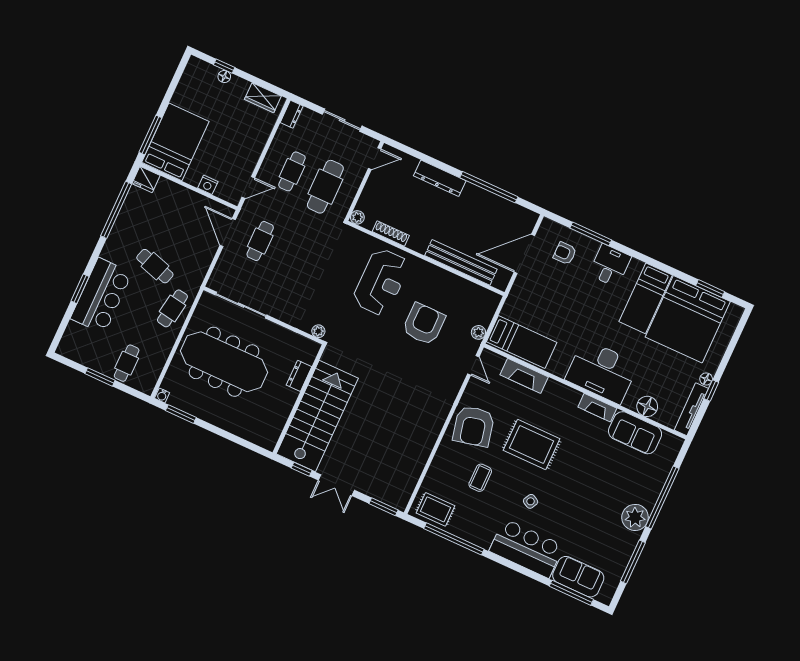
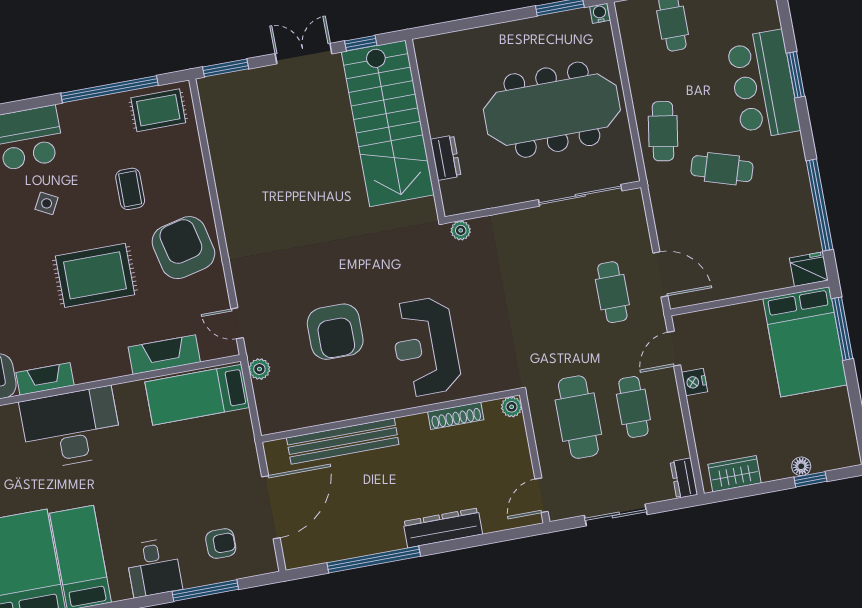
nightstand: (208, 185) -> (695, 382), moved, turned -90

